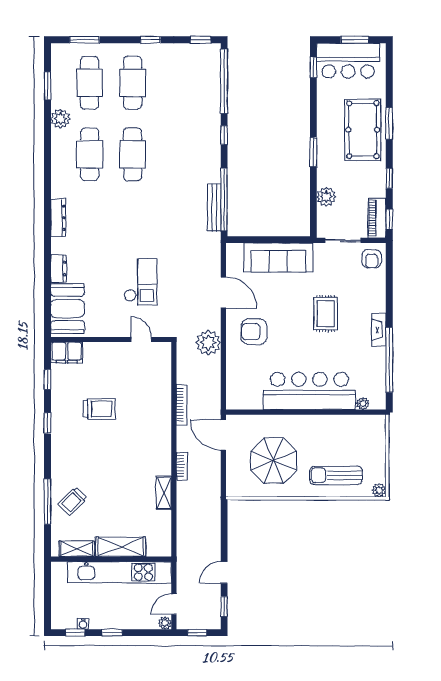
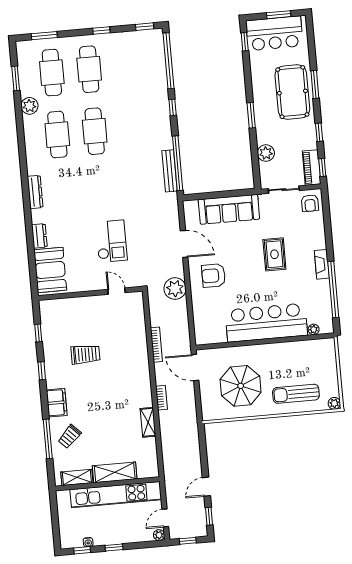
filing cabinet: (67, 353) -> (57, 403), moved, turned -90

